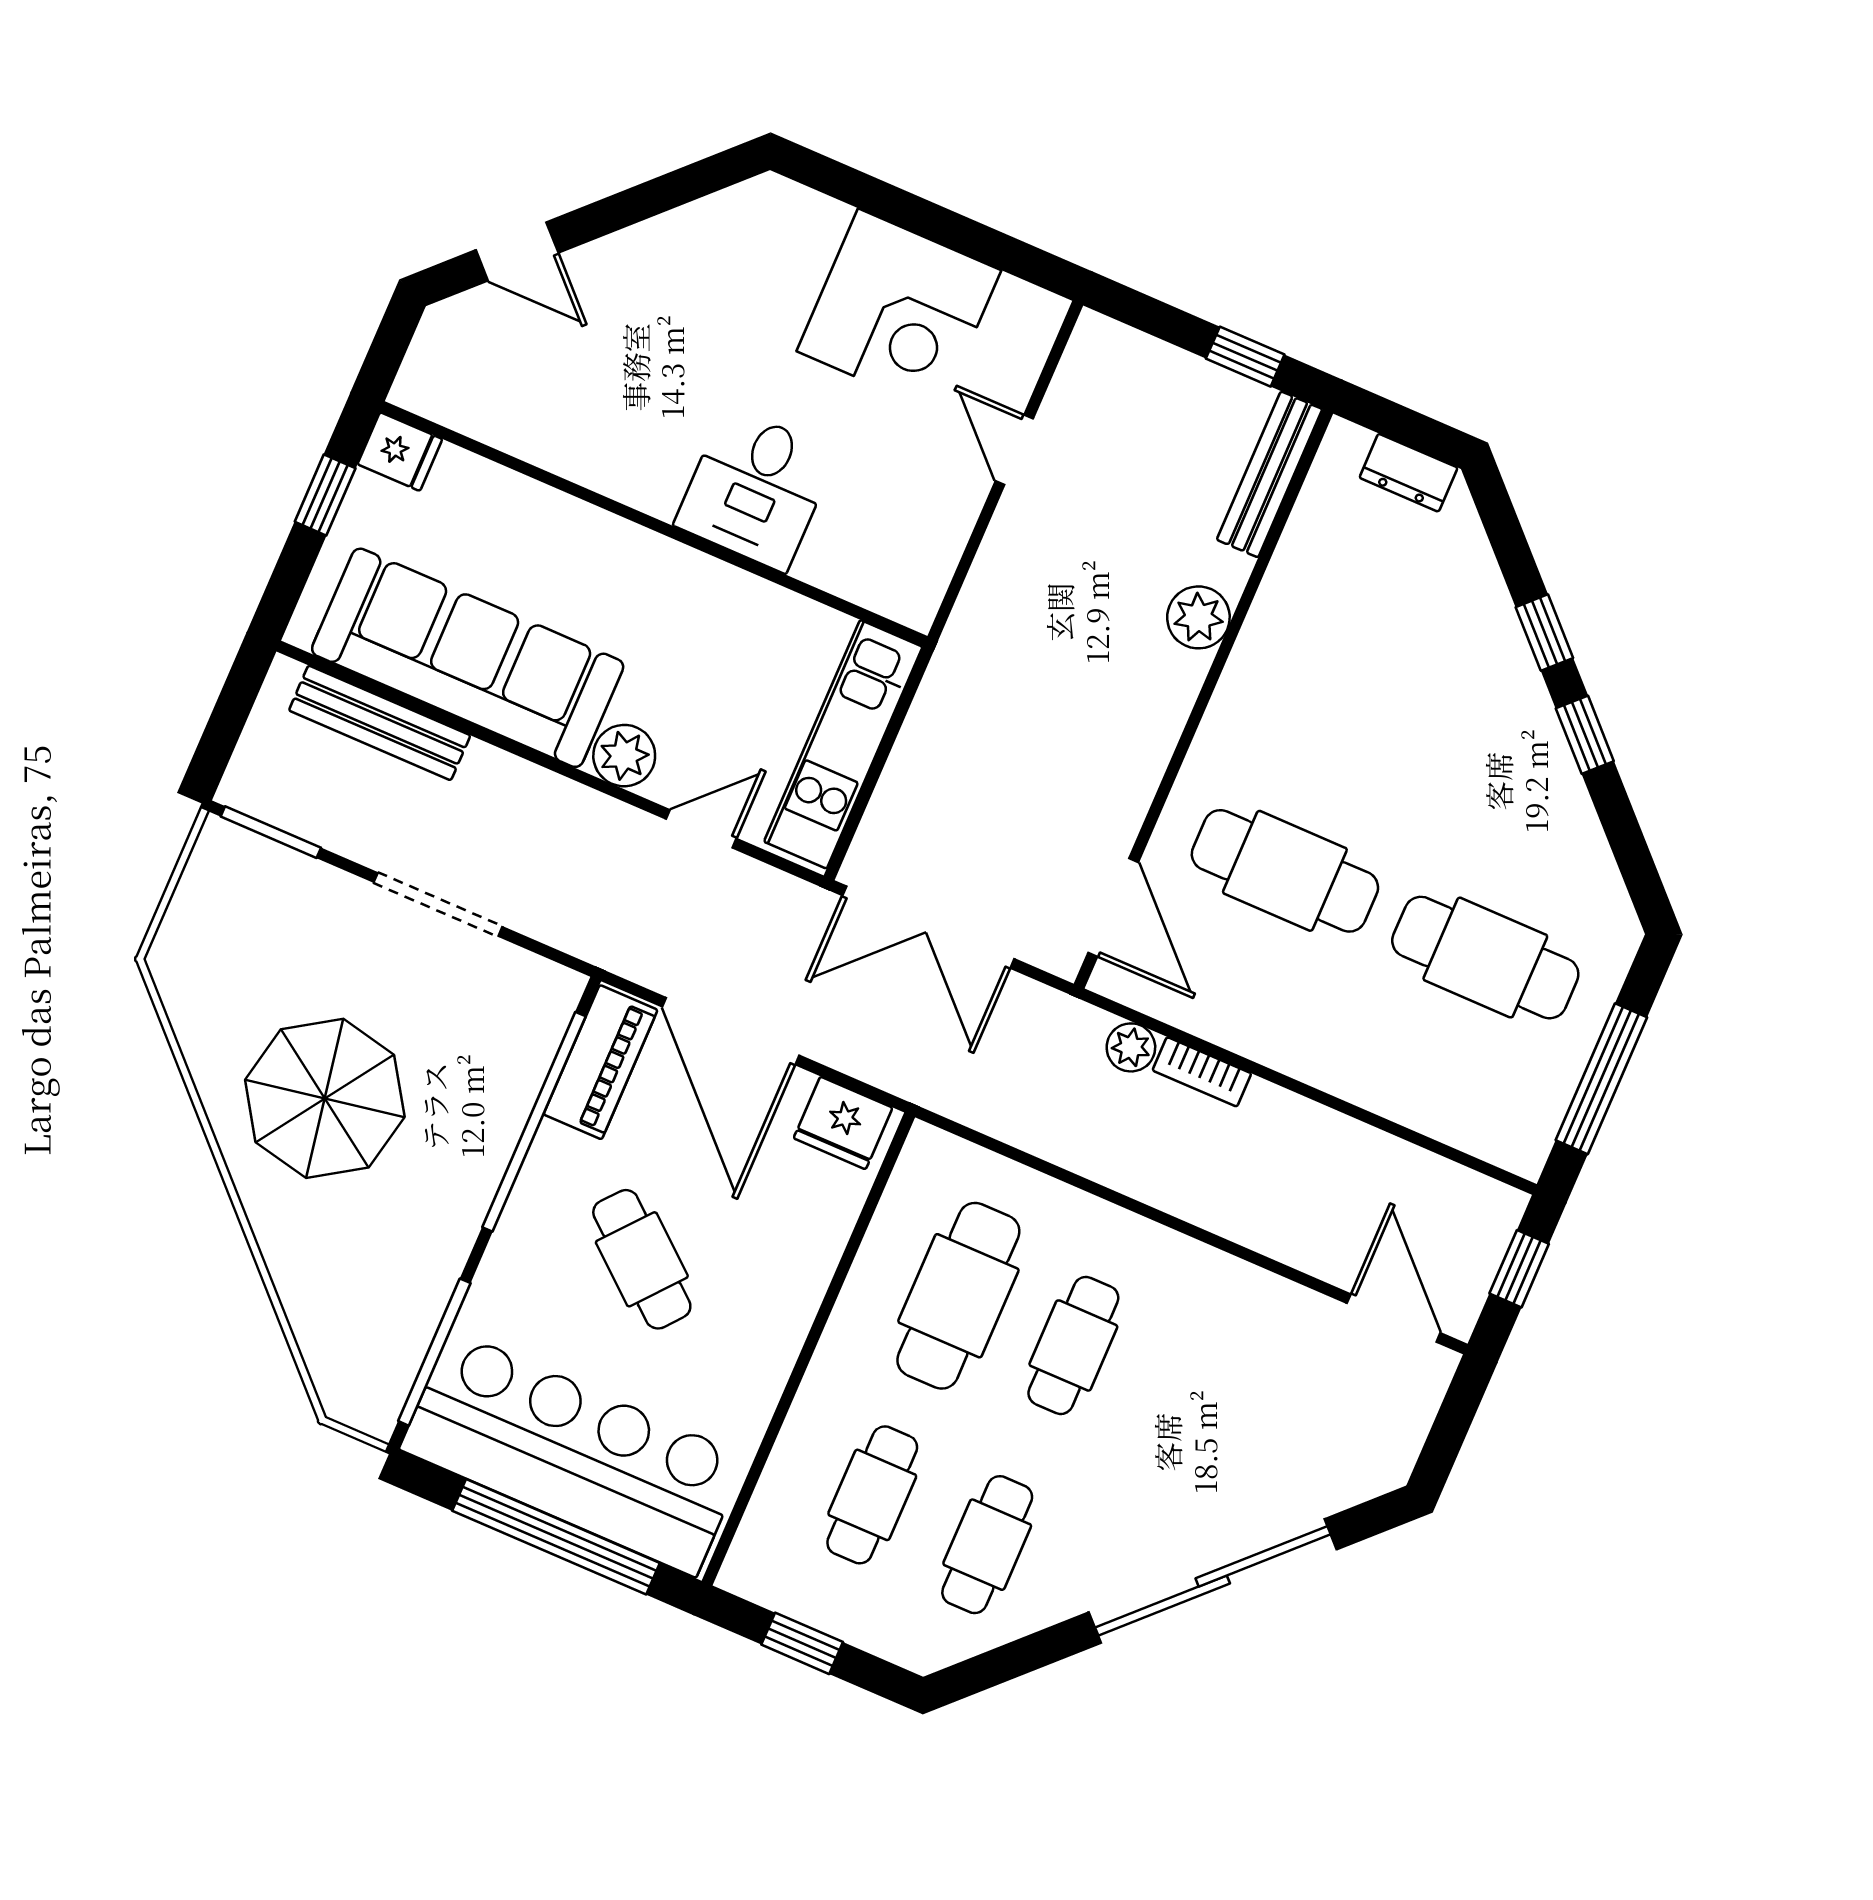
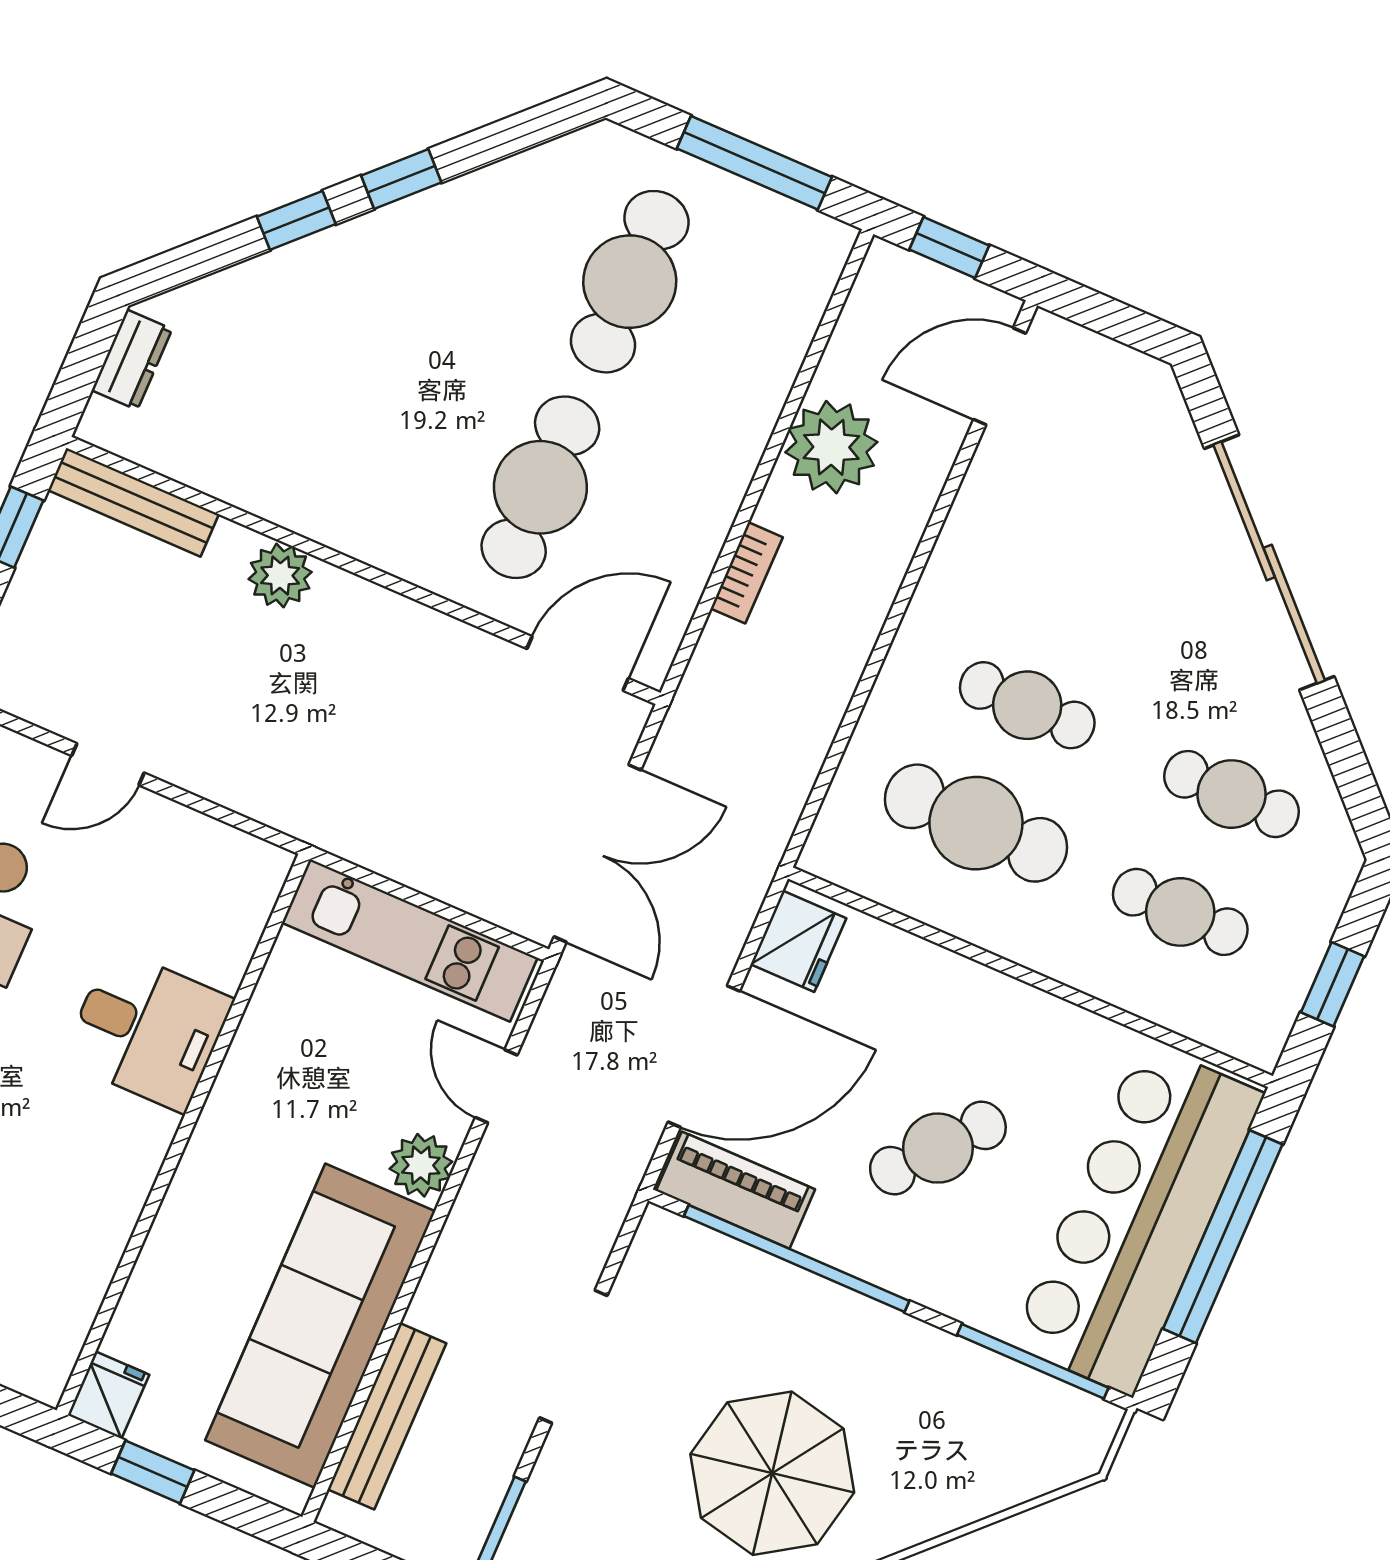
plant: (1131, 1047) -> (831, 447), moved, width x1.87, depth x1.87

